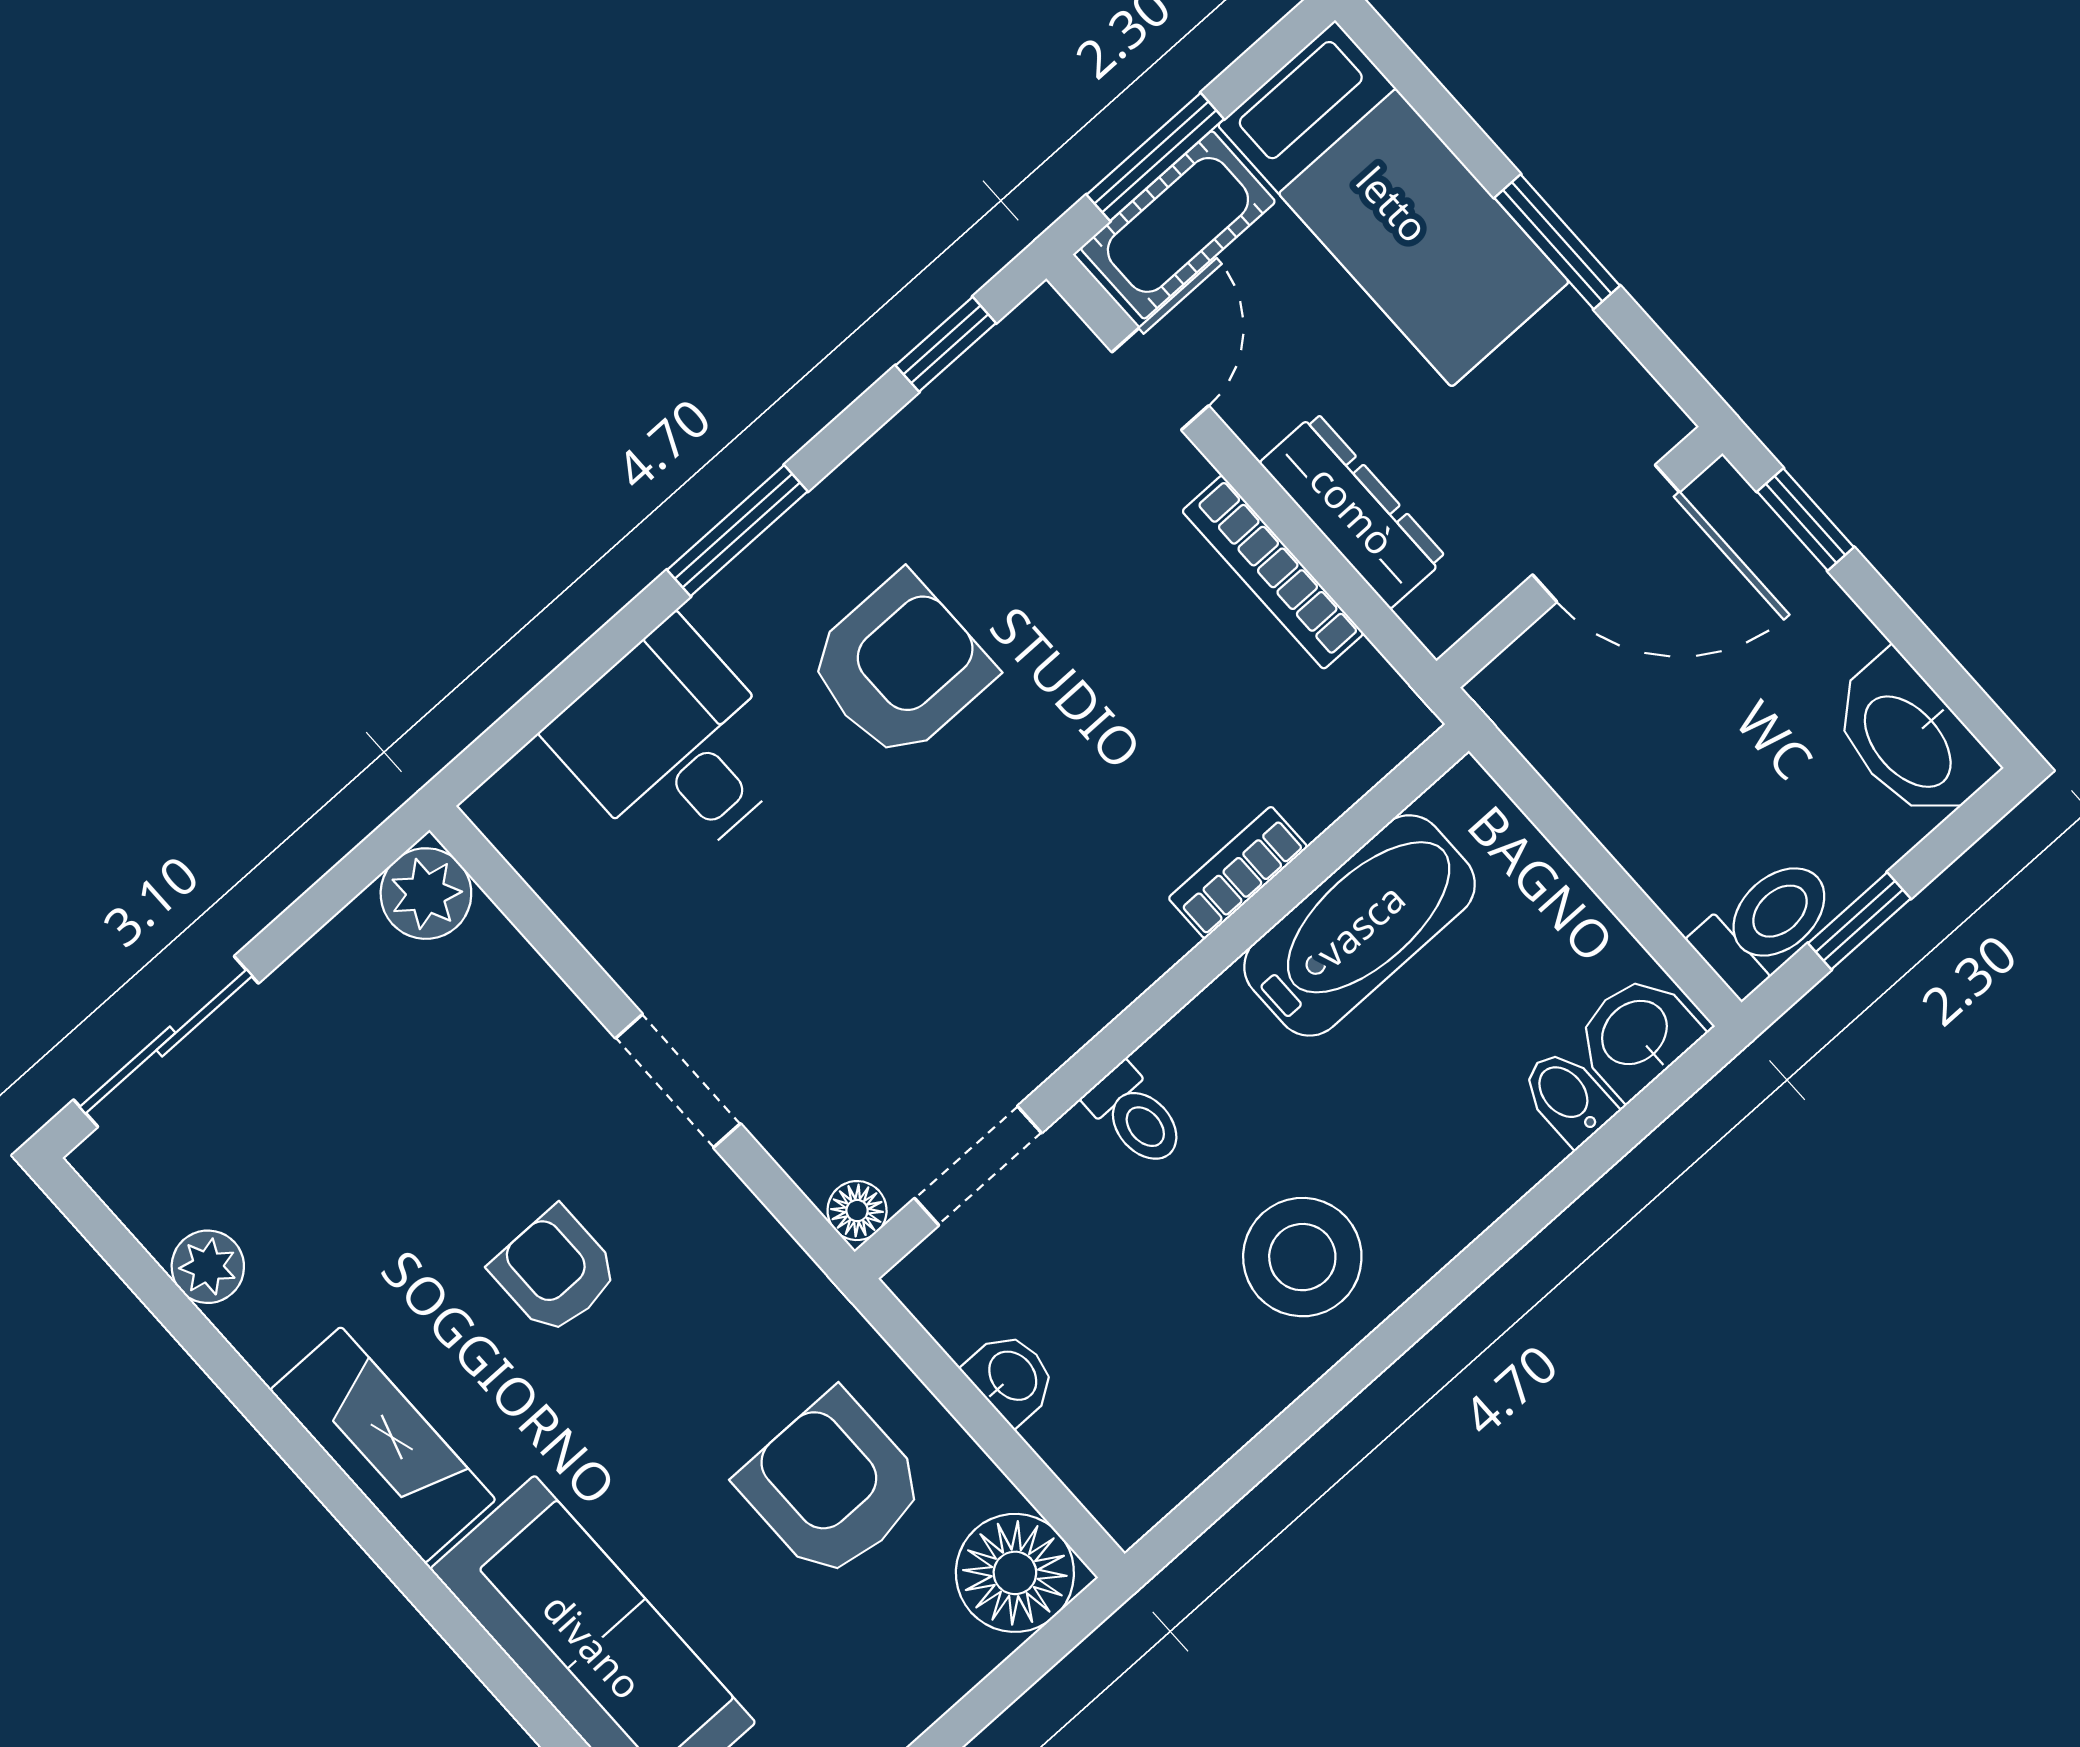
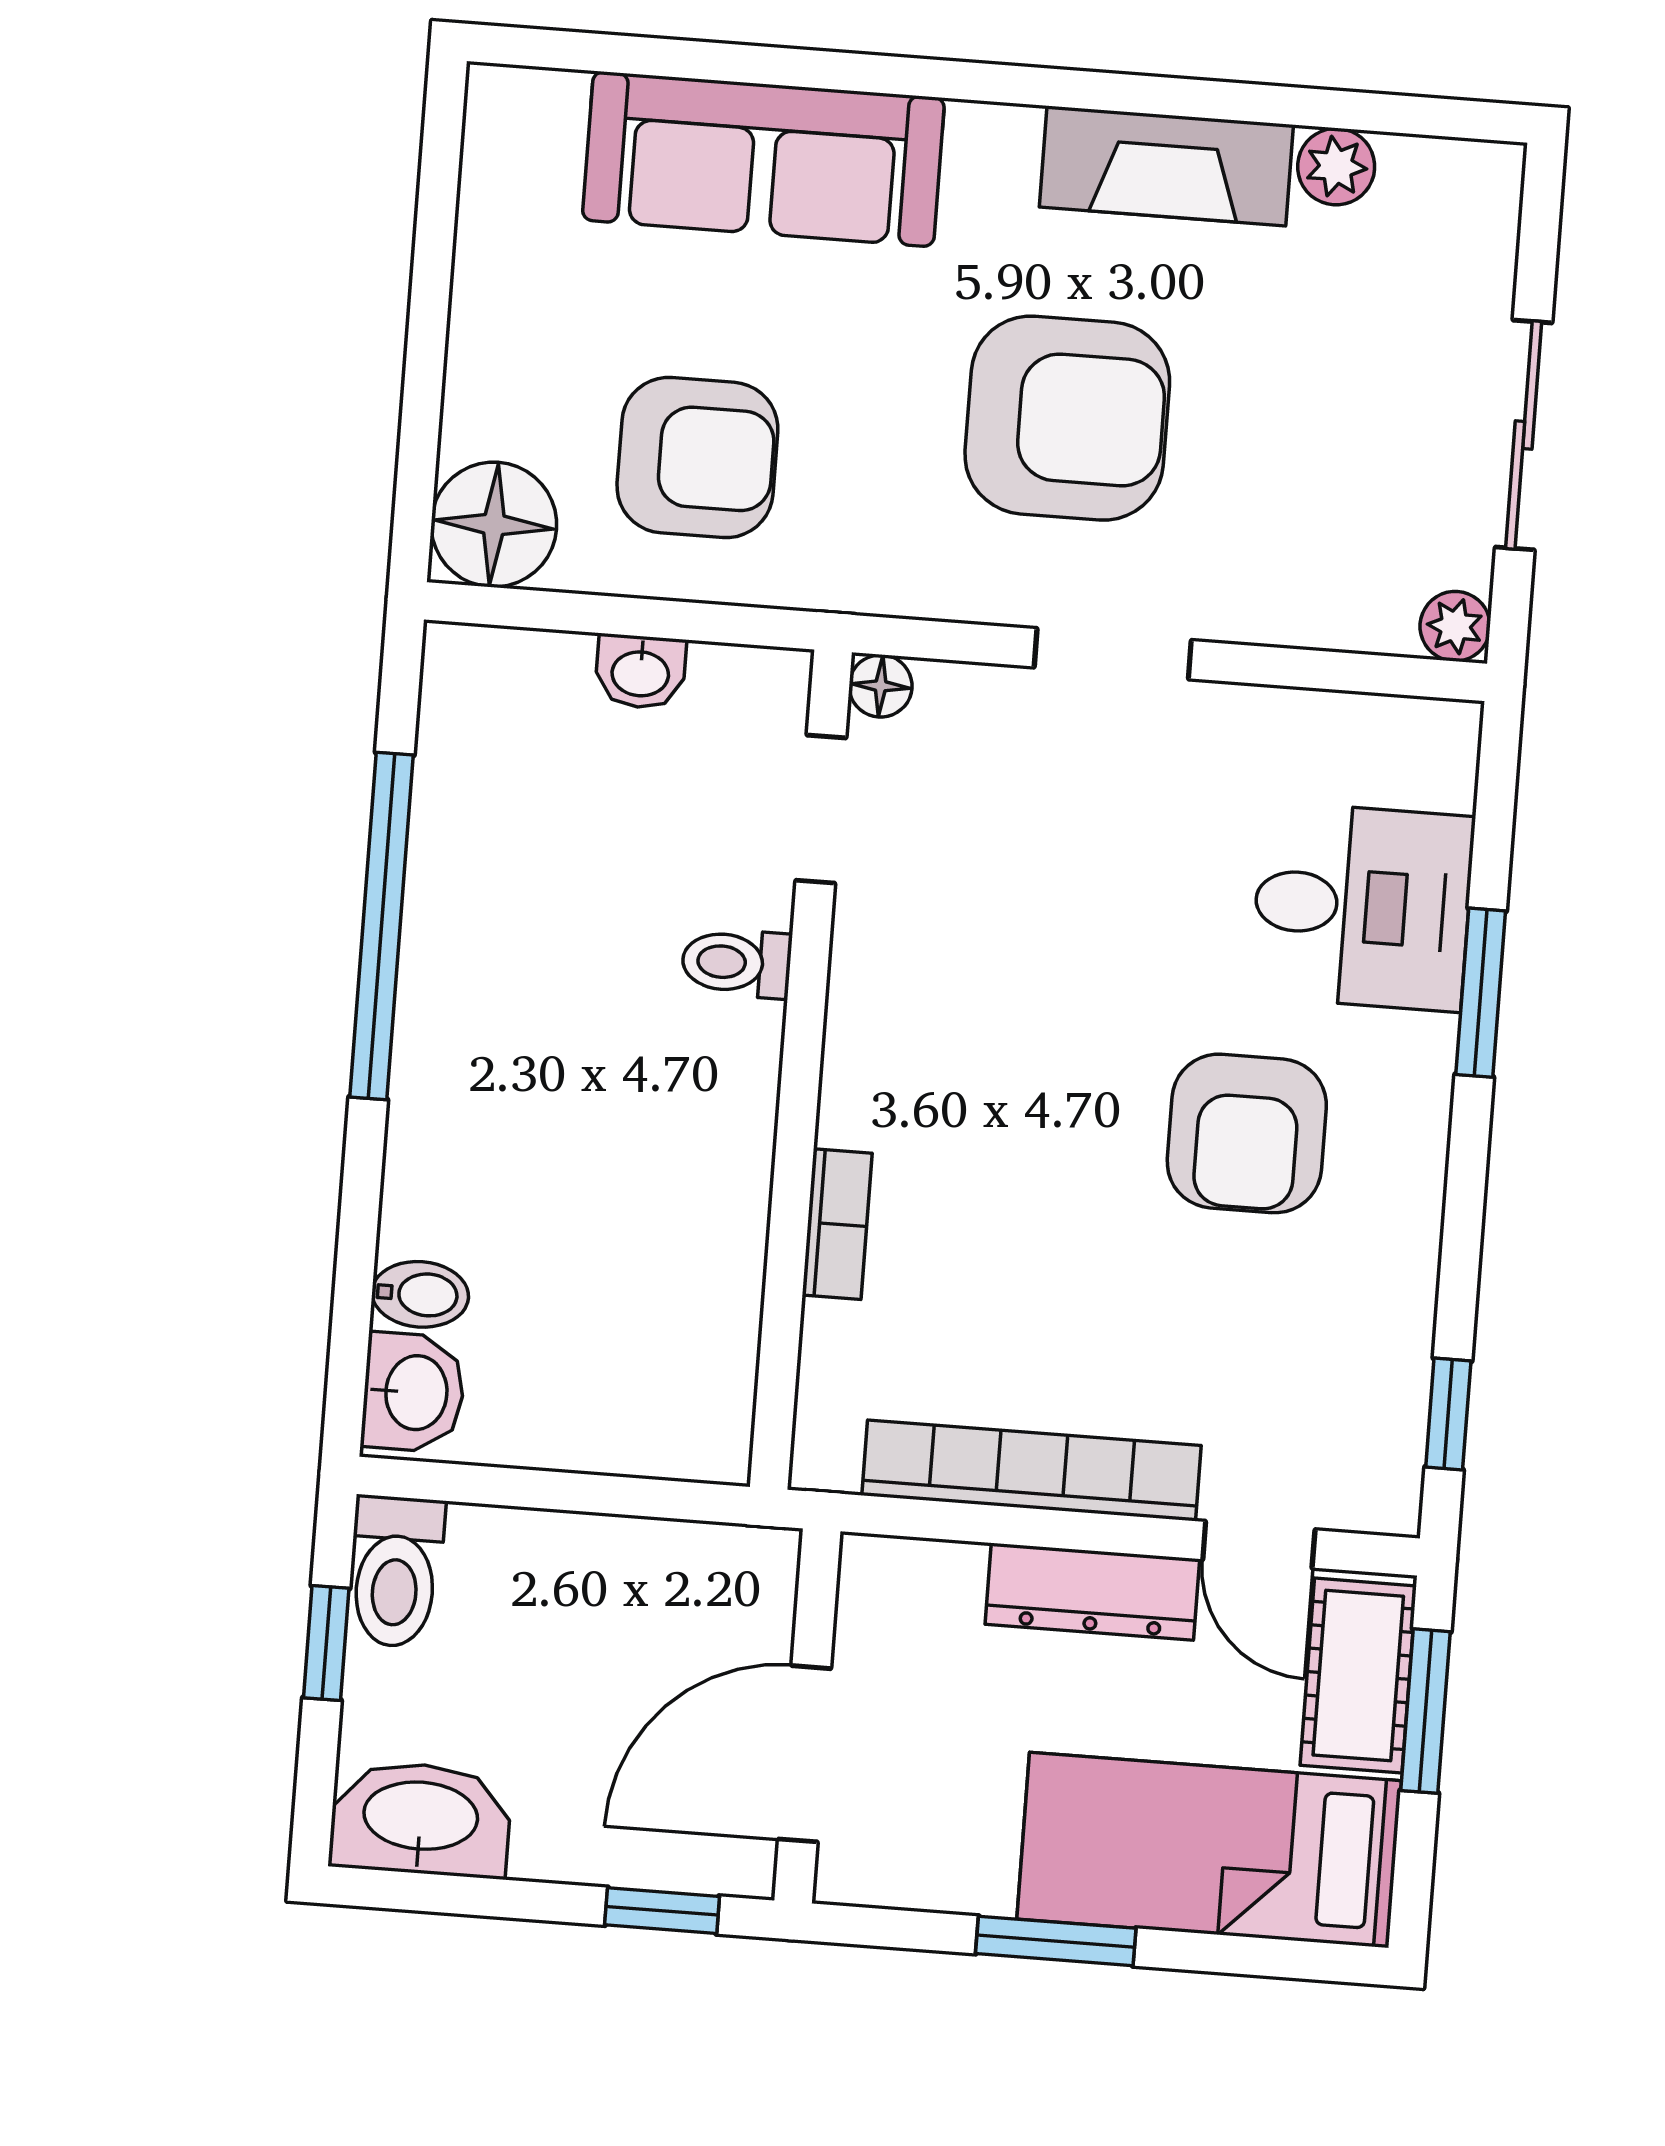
dresser: (1353, 510) -> (1092, 1592), moved
window: (737, 531) -> (1481, 993), moved
bookcase: (1273, 572) -> (1032, 1470), width x1.48, depth x1.31
plant: (426, 894) -> (1455, 626), width x0.73, depth x0.73
bathtub: (1360, 925) -> (705, 1273), removed
sliding door: (166, 1041) -> (1524, 435), moved
stool: (1302, 1257) -> (506, 977), removed
armchair: (555, 1271) -> (1067, 418), width x1.88, depth x1.88
window: (1354, 1373) -> (381, 926), added
fireplace: (383, 1445) -> (1166, 166), moved

